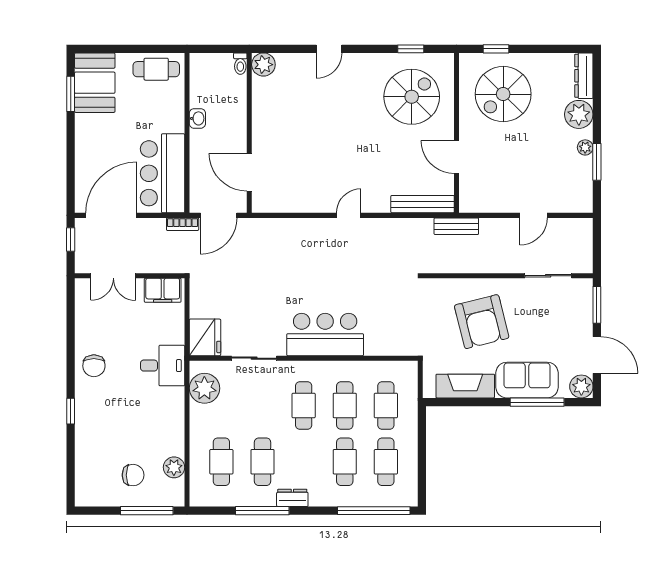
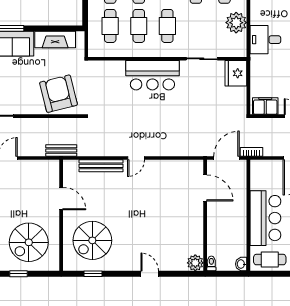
door: (329, 49) -> (150, 274), hinge flipped
window: (496, 49) -> (18, 274), moved
spiral stairs: (503, 94) -> (29, 242), turned 180
washbasin: (197, 118) -> (241, 264), moved
bar counter: (163, 173) -> (265, 218), moved
bench: (423, 204) -> (101, 166), moved
armchair: (482, 322) -> (58, 94), moved
desk: (163, 366) -> (265, 40), moved
plant: (204, 388) -> (236, 23), moved

